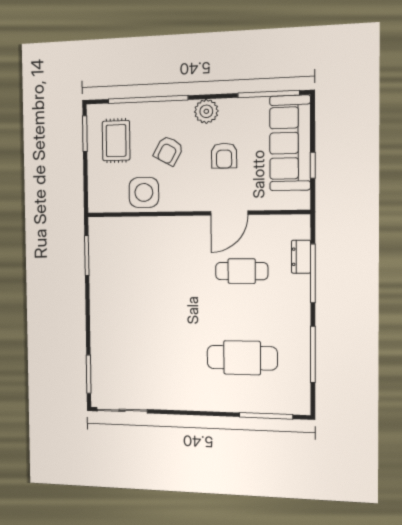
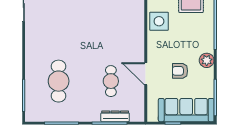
armchair: (168, 151) -> (184, 37), removed
dresser: (301, 257) -> (115, 116), width x1.44

